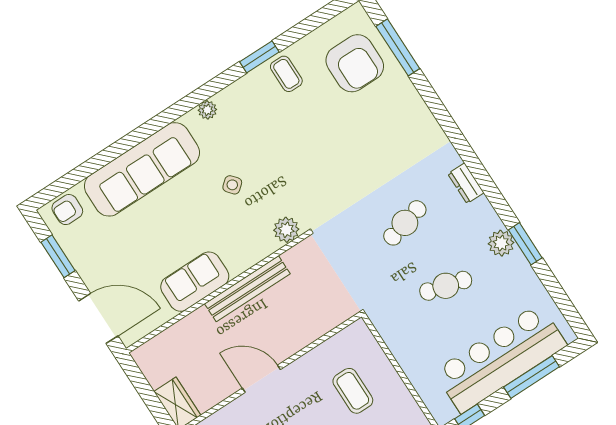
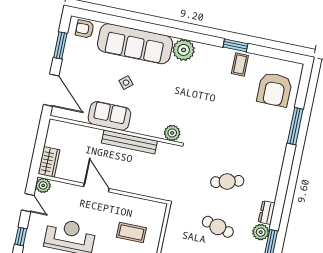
window: (398, 47) -> (295, 126), moved
plant: (207, 110) -> (184, 50), width x1.87, depth x1.87
dresser: (466, 183) -> (267, 213), moved
side table: (232, 185) -> (126, 83), moved
coffee table: (353, 391) -> (131, 233), turned 90

